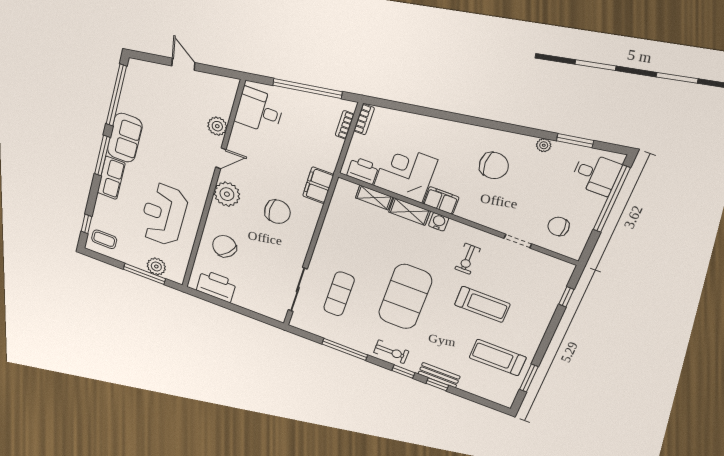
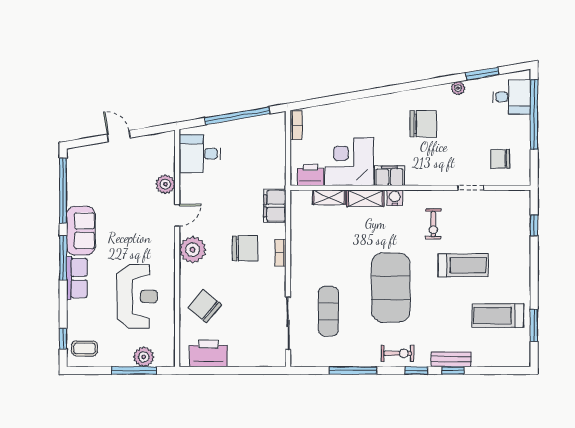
bookcase: (345, 125) -> (280, 253), moved
reception desk: (164, 214) -> (137, 296), turned 180

